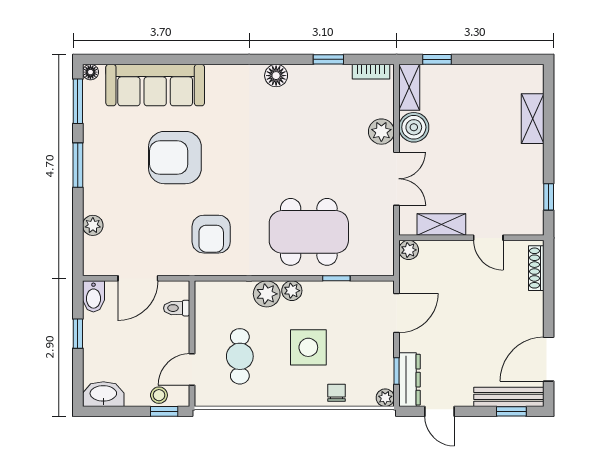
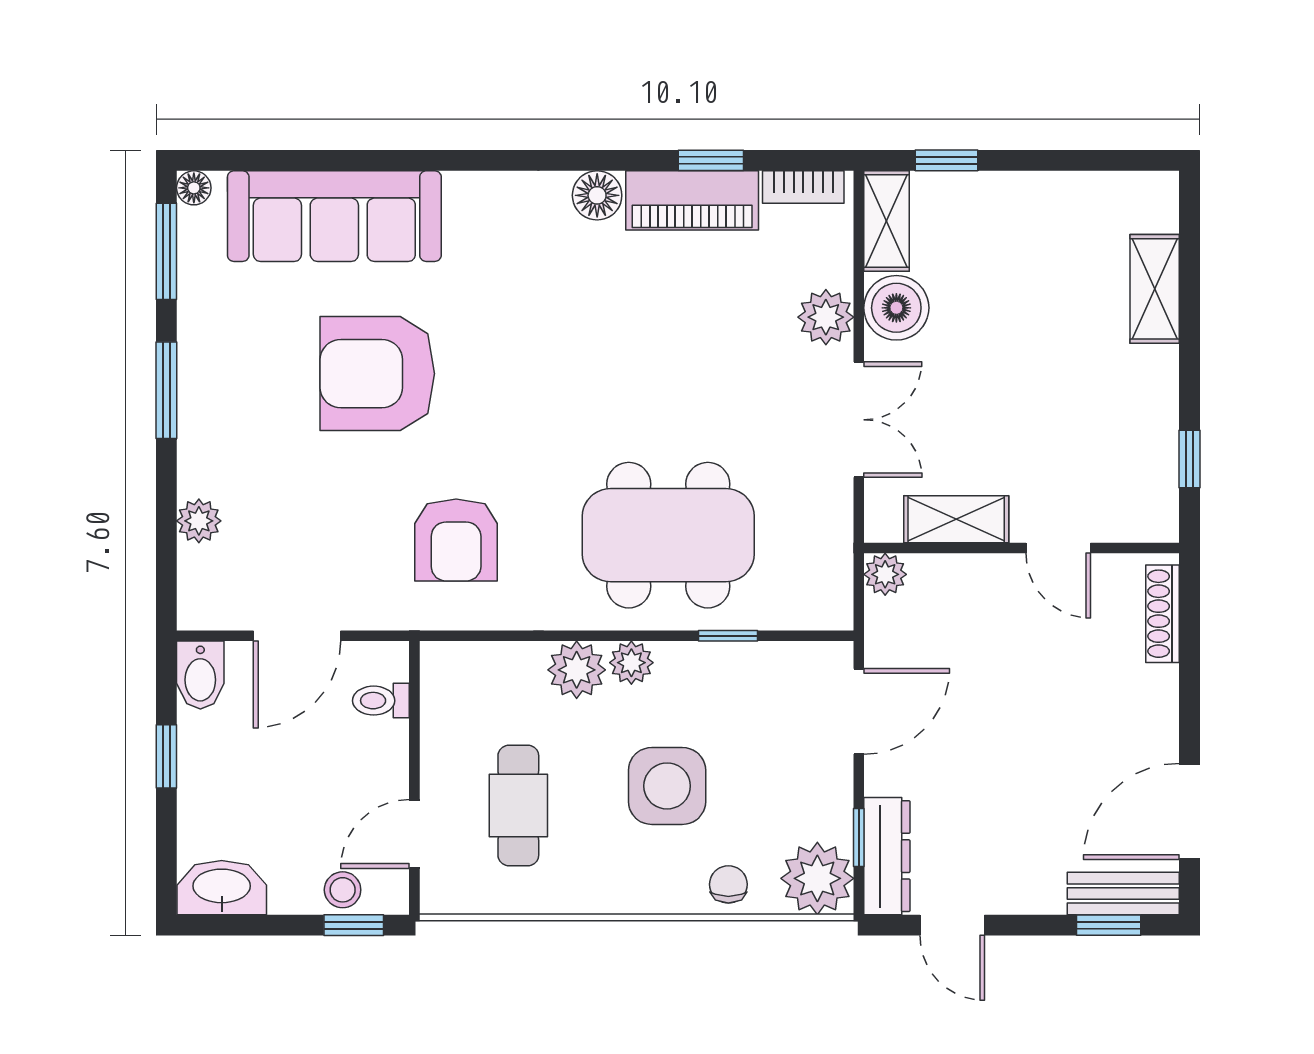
piano: (320, 78) -> (692, 200), added
bench: (509, 397) -> (1123, 893), width x0.73
plant: (385, 398) -> (817, 878), width x1.88, depth x1.88

